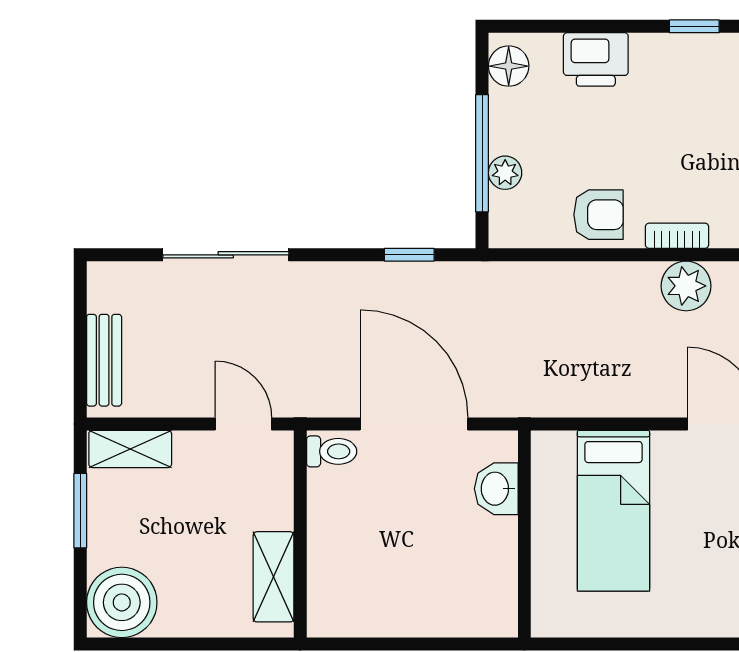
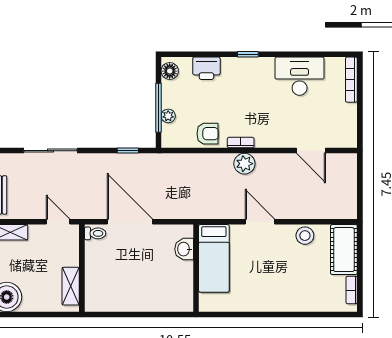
washbasin: (496, 489) -> (184, 249), moved
wall: (524, 534) -> (196, 268), moved

